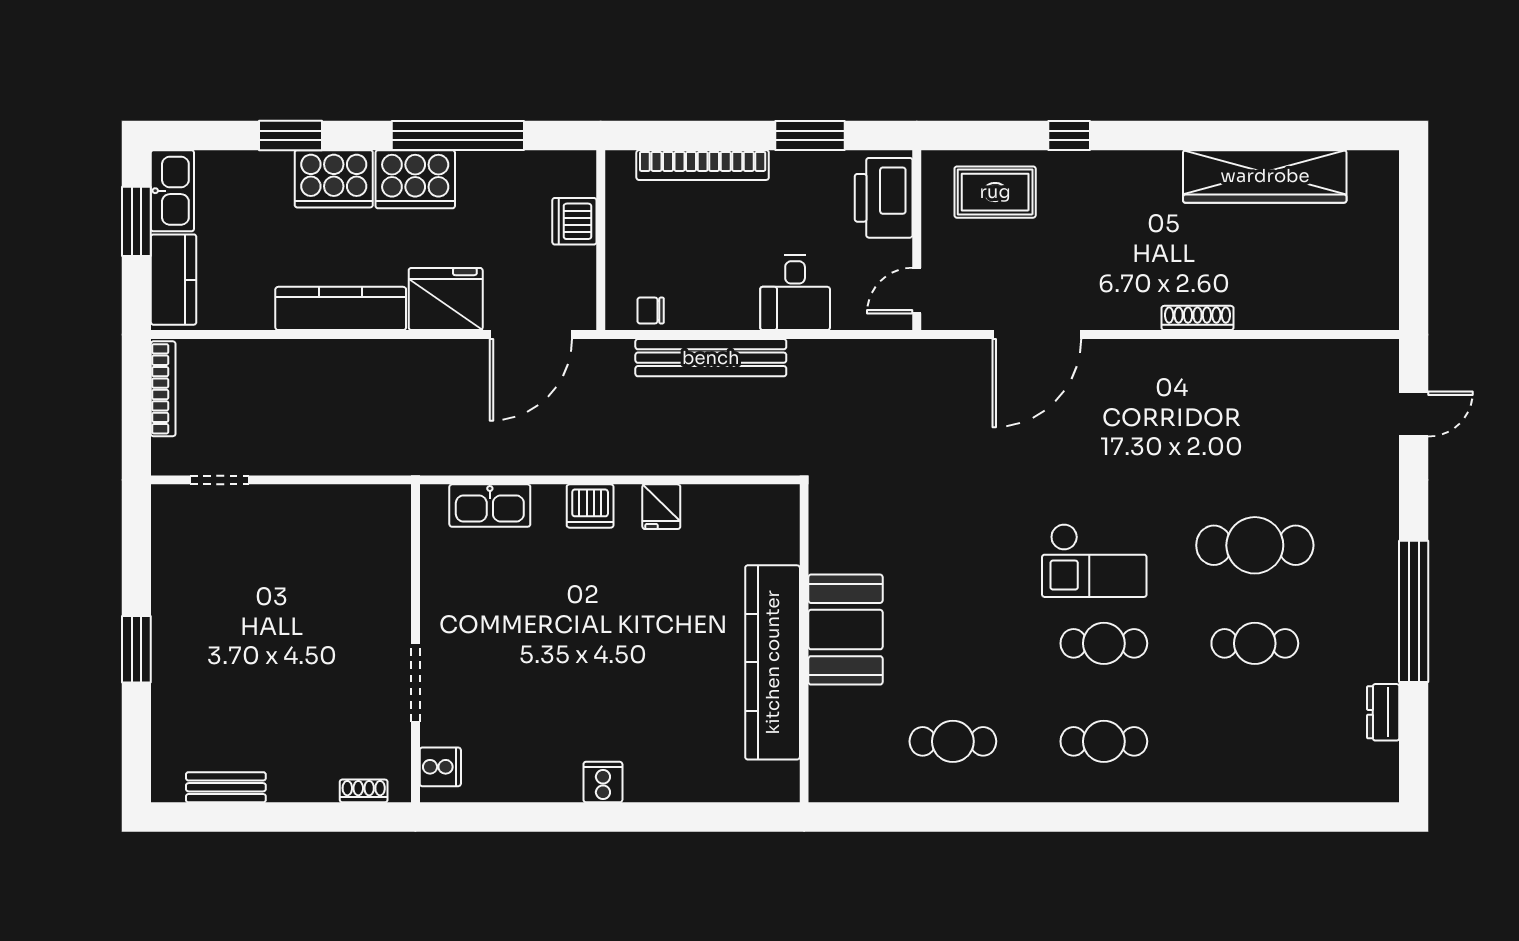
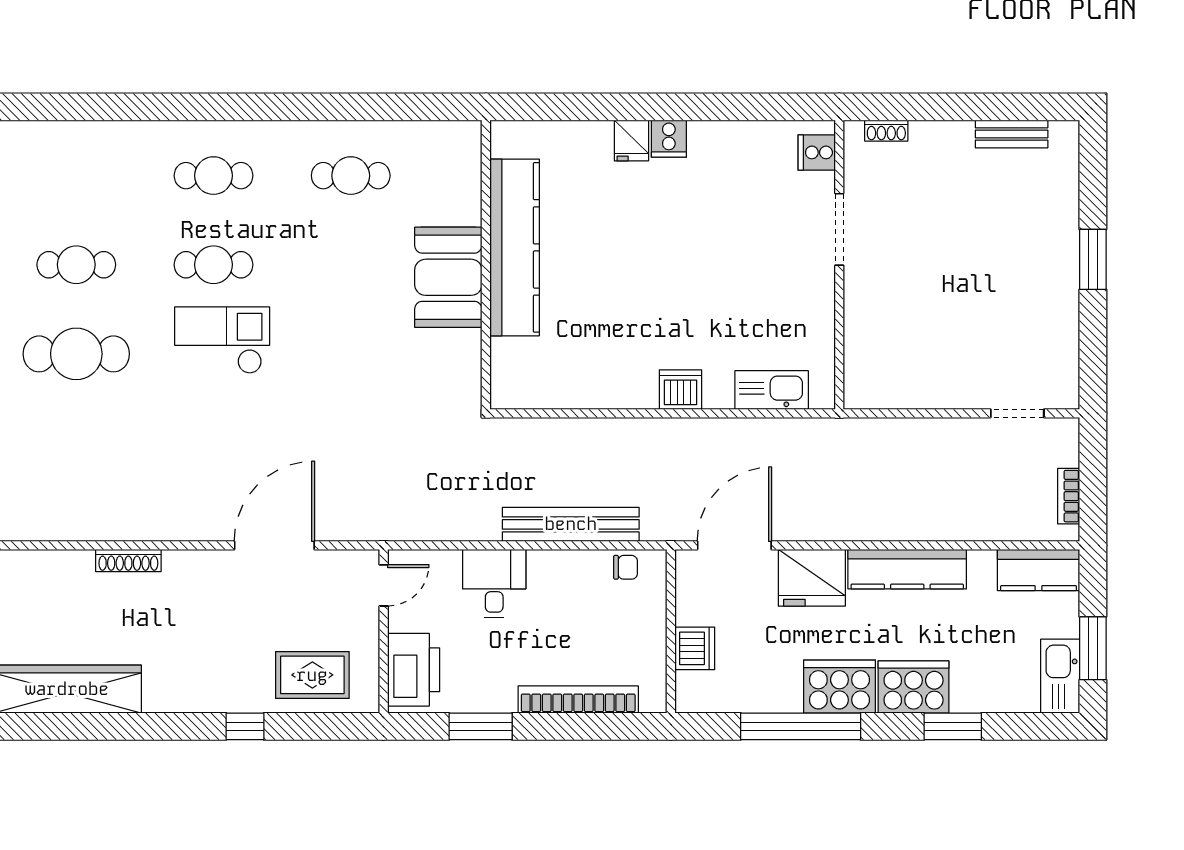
kitchen counter: (174, 280) -> (1039, 570), moved, turned -90
bookcase: (163, 389) -> (1069, 496), width x0.64
fridge: (661, 507) -> (631, 141), moved, turned 180

